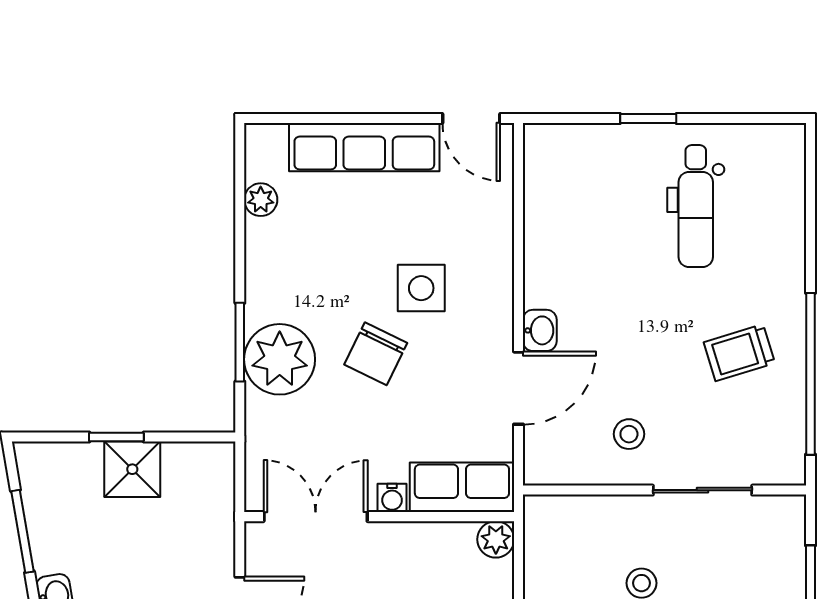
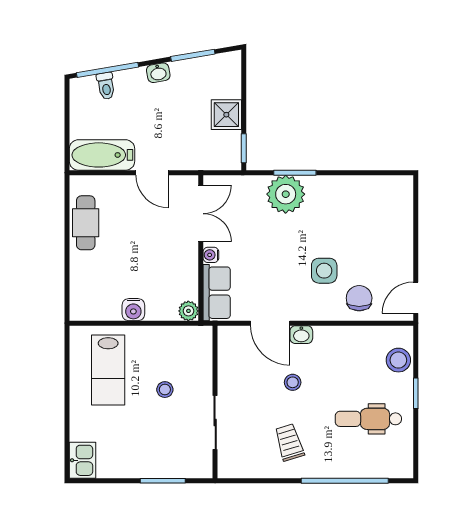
row of seats: (364, 147) -> (400, 240), removed
stool: (587, 151) -> (398, 360), added
plant: (261, 200) -> (372, 184), removed
chair: (376, 354) -> (359, 298), moved, turned 64
window: (811, 374) -> (345, 481), moved
stool: (629, 434) -> (293, 382), moved
window: (116, 437) -> (244, 148), moved

